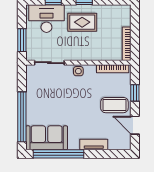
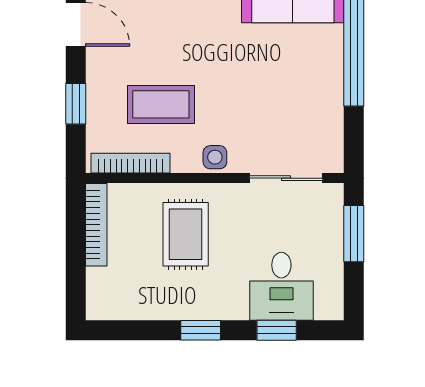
desk: (46, 19) -> (281, 286), width x0.73
rug: (82, 22) -> (186, 234), moved, turned 90
coffee table: (114, 105) -> (161, 104), moved

